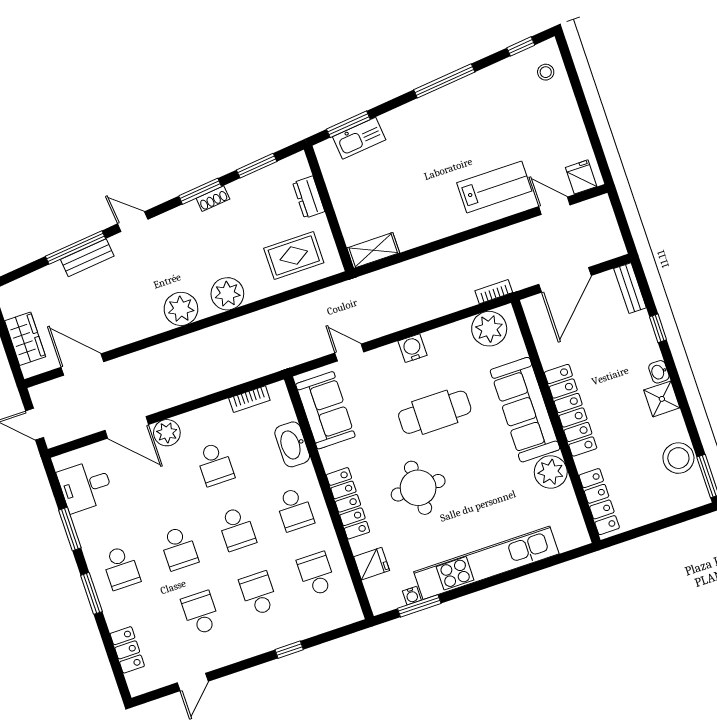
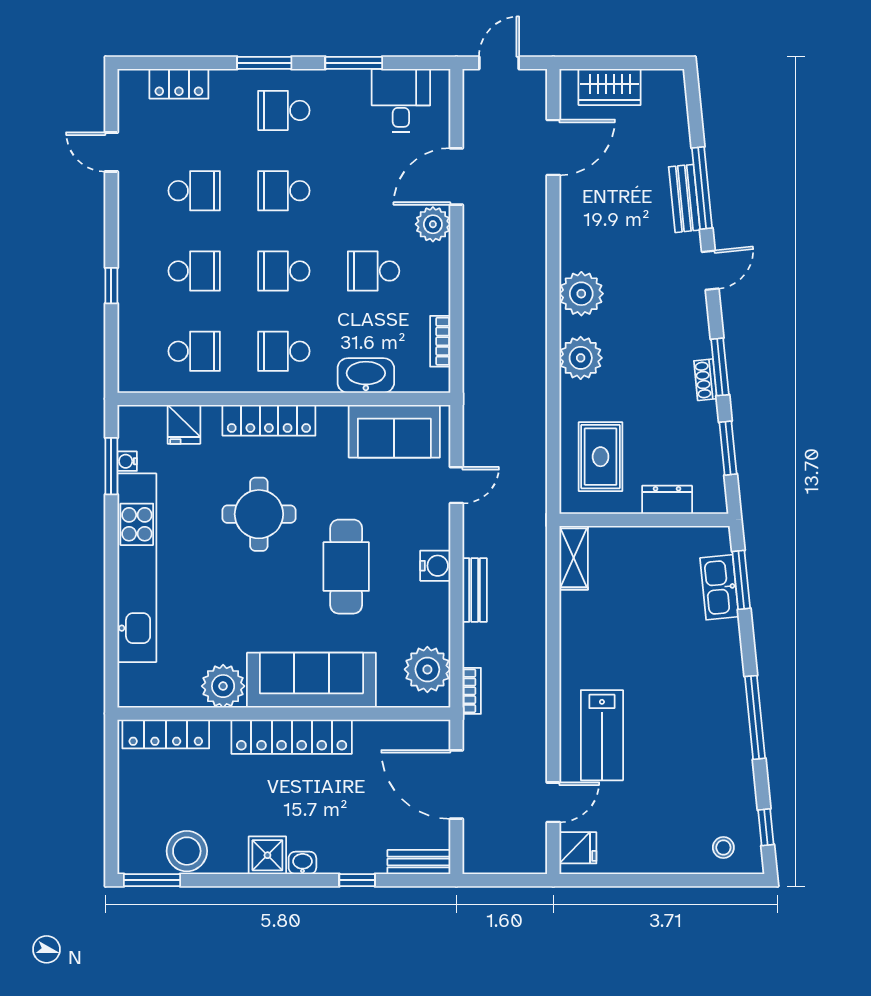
bench: (420, 314) -> (475, 590), added

